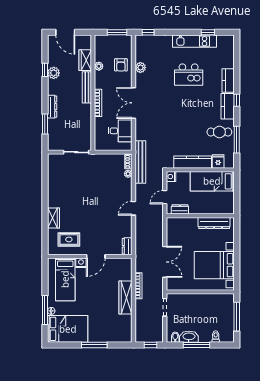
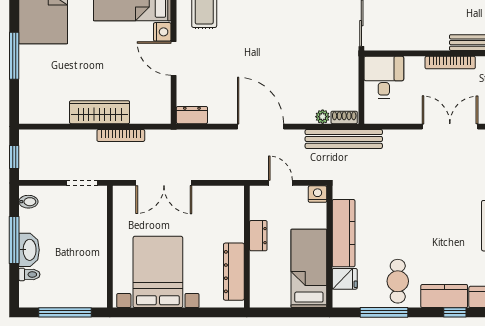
desk: (120, 131) -> (384, 77), moved, turned 180
door: (134, 208) -> (261, 127), width x1.88
dresser: (180, 209) -> (258, 236), moved
washbasin: (189, 337) -> (29, 250), moved

